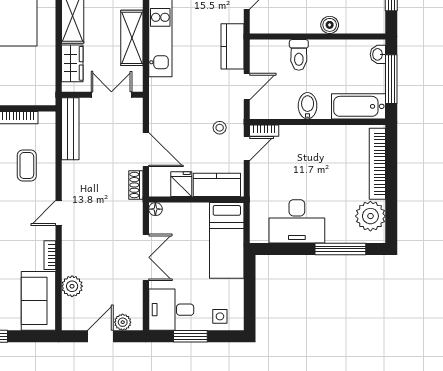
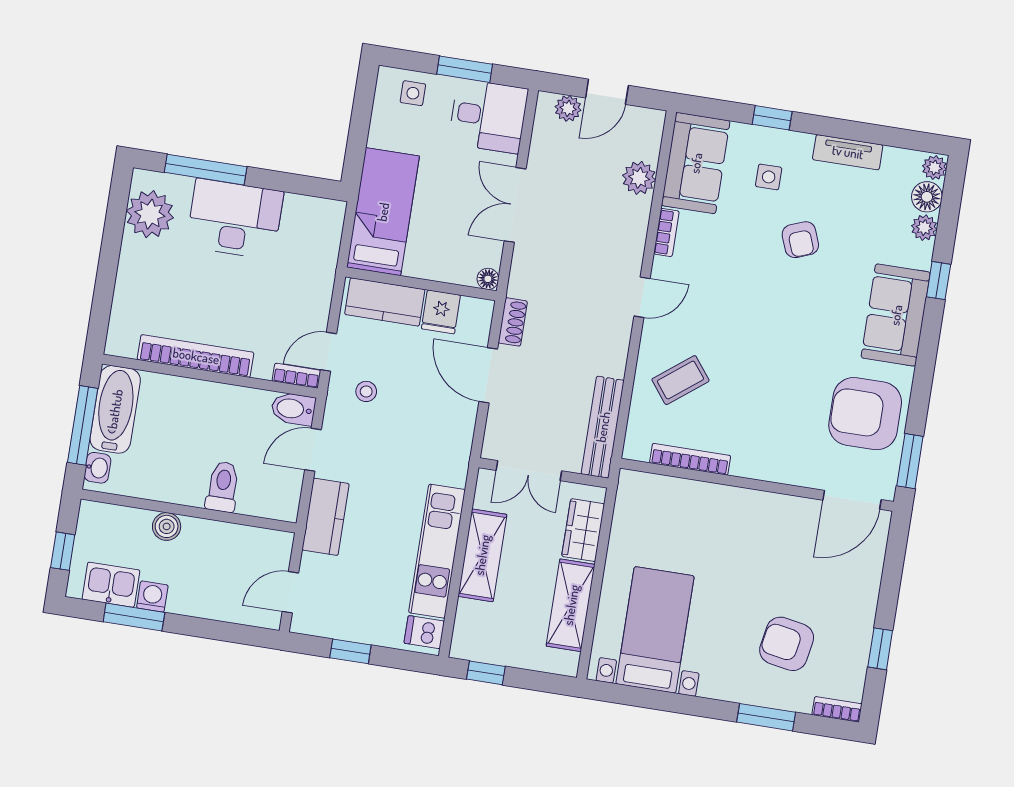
bidet: (308, 106) -> (293, 409), moved, turned 90
bathtub: (359, 106) -> (115, 409), moved, turned -90
bookcase: (377, 164) -> (196, 356), moved, turned -90
coffee table: (27, 166) -> (680, 380), turned 52
desk: (297, 221) -> (235, 219), moved

